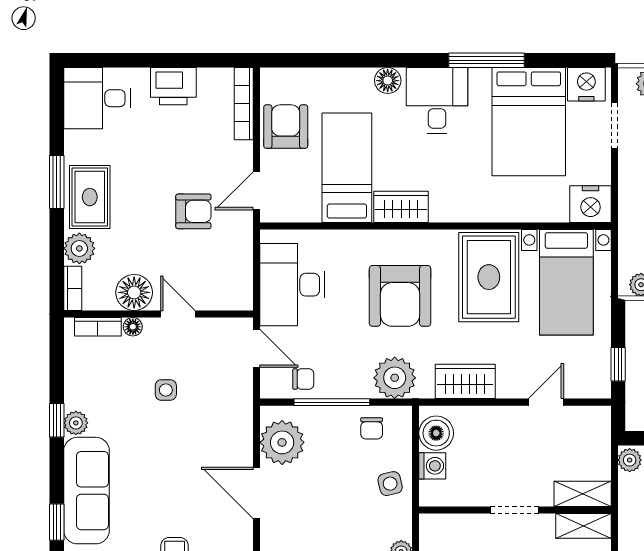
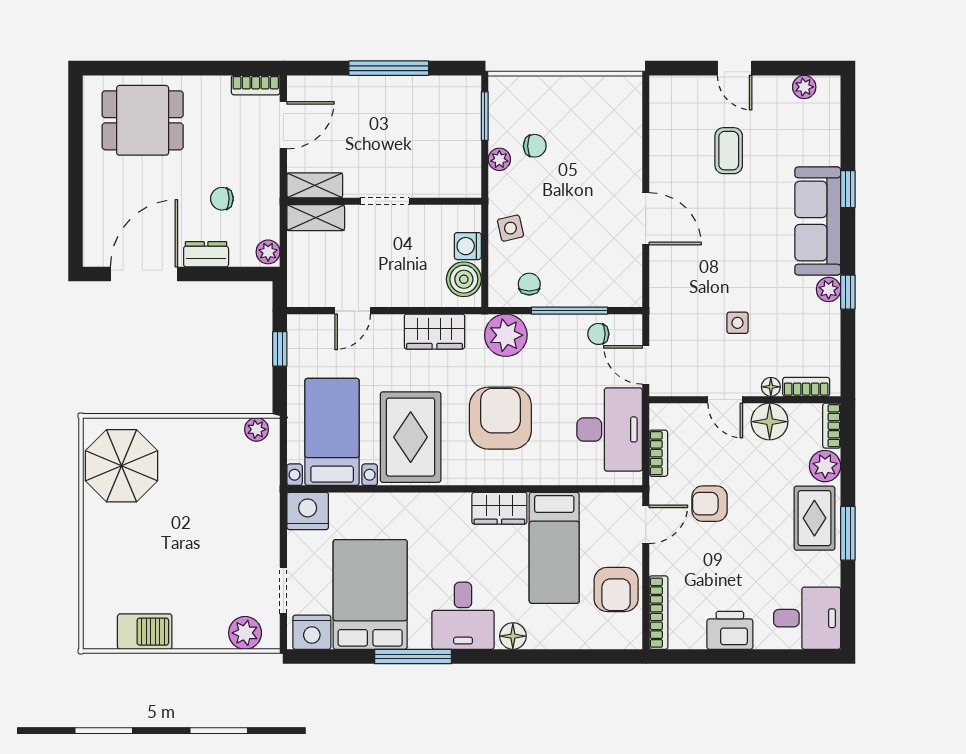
bookcase: (244, 261) -> (658, 453), added
plant: (282, 442) -> (620, 270), removed

